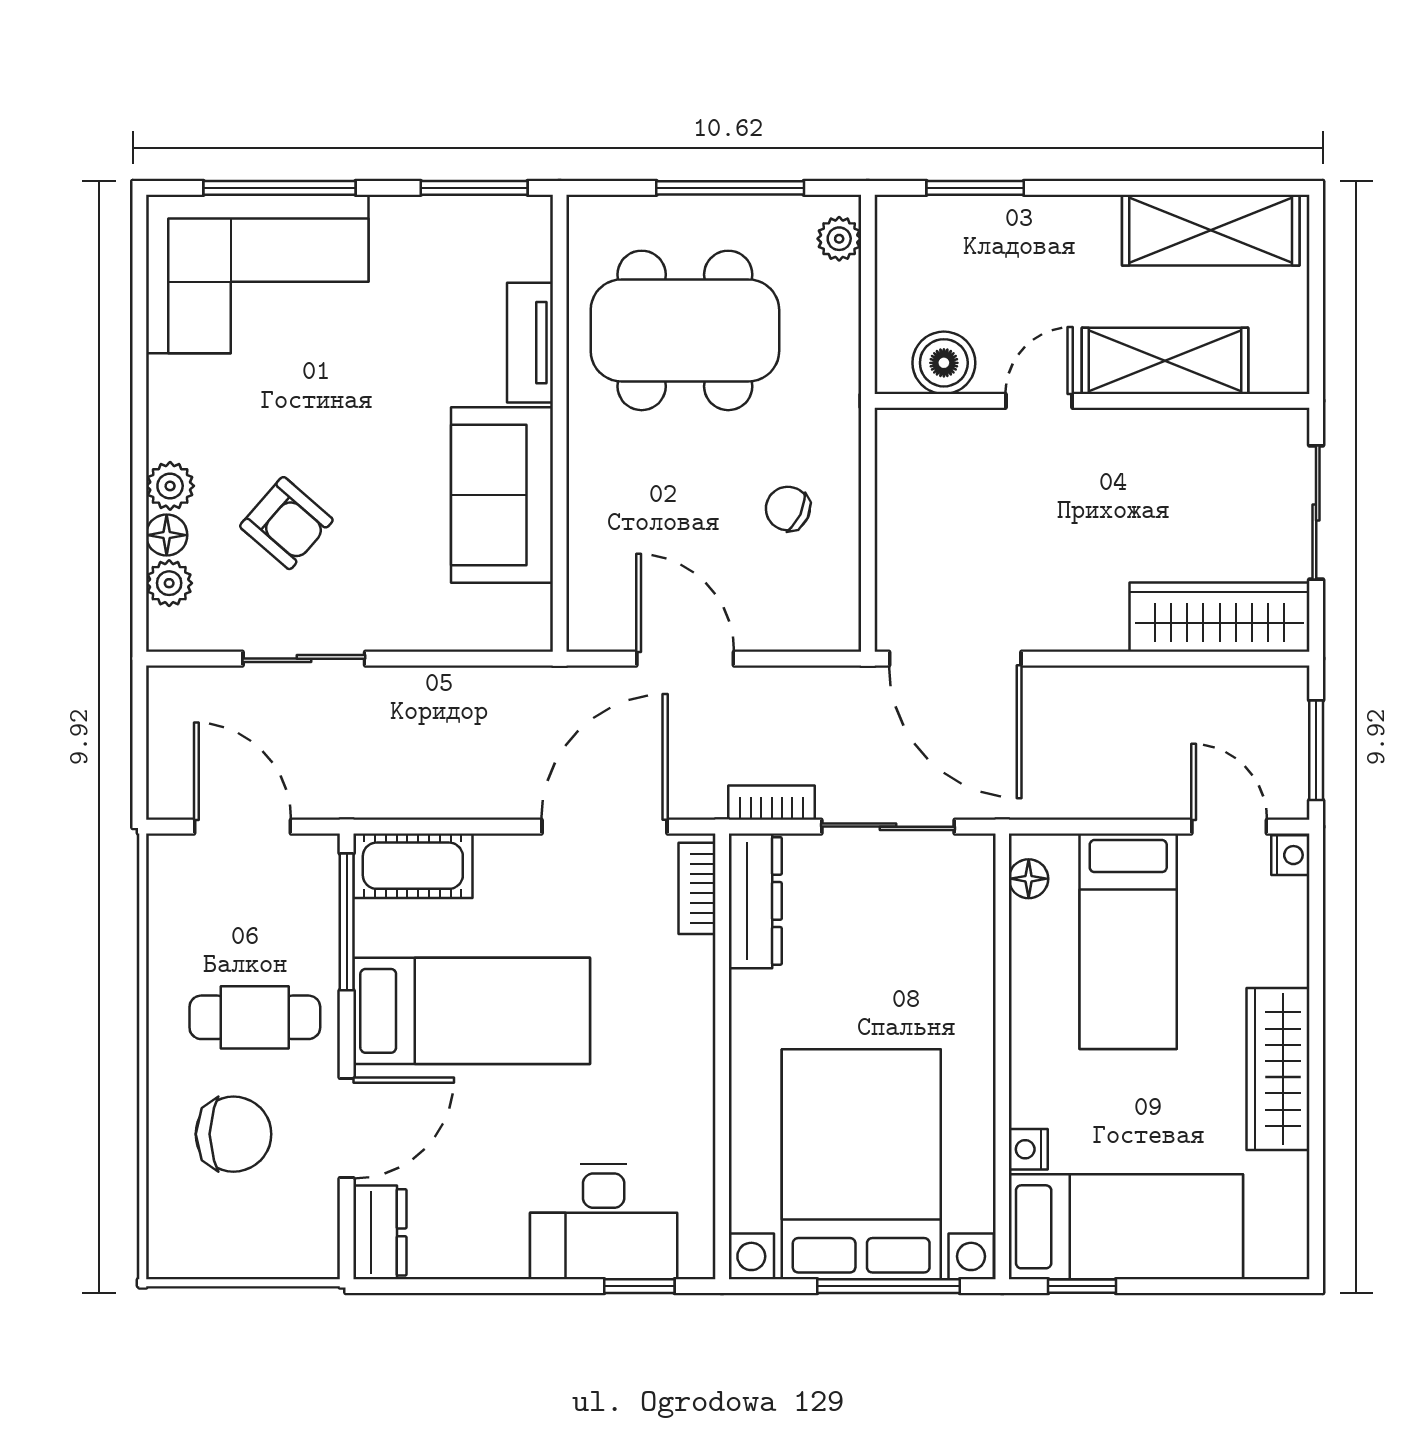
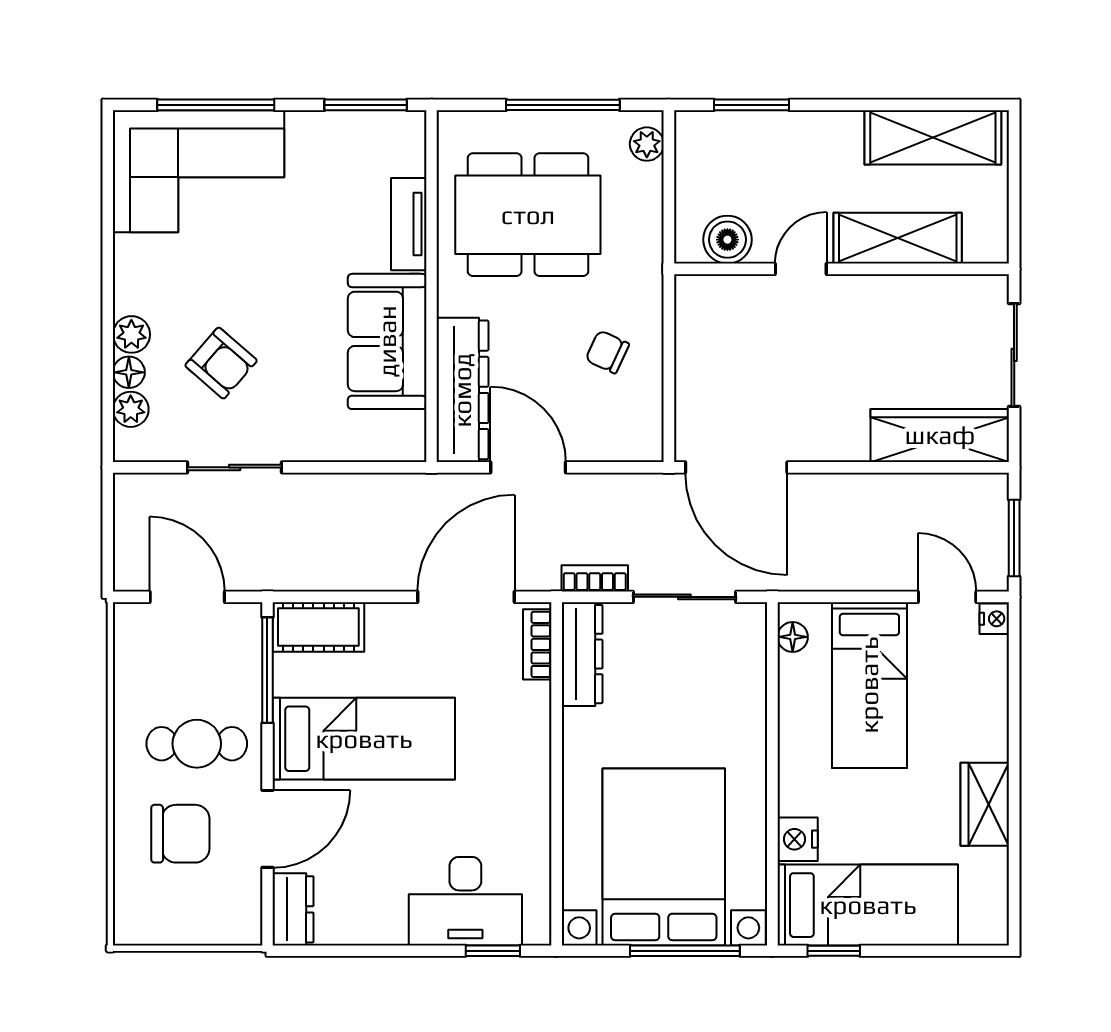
dresser: (600, 558) -> (462, 390), added
wardrobe: (1278, 1069) -> (985, 804), width x0.67
nightstand: (1028, 1149) -> (798, 839), width x1.39, depth x1.35

